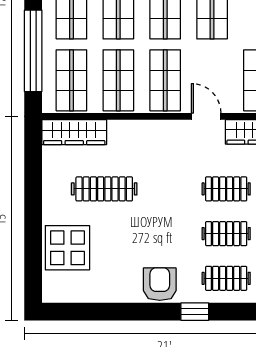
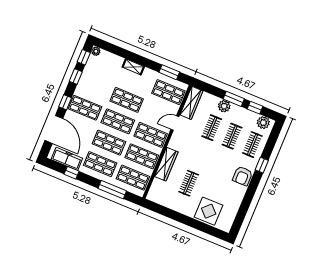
window: (33, 51) -> (112, 190), width x0.68
wardrobe: (74, 132) -> (166, 164), moved
clothes rail: (104, 189) -> (189, 183), width x0.73
armchair: (160, 284) -> (243, 176), turned -90

